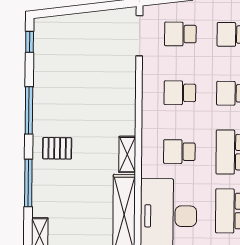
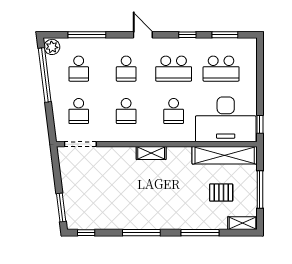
window: (61, 11) -> (61, 208), added
pallet: (57, 148) -> (221, 193), moved, turned 90
shelving: (127, 154) -> (151, 153), moved

